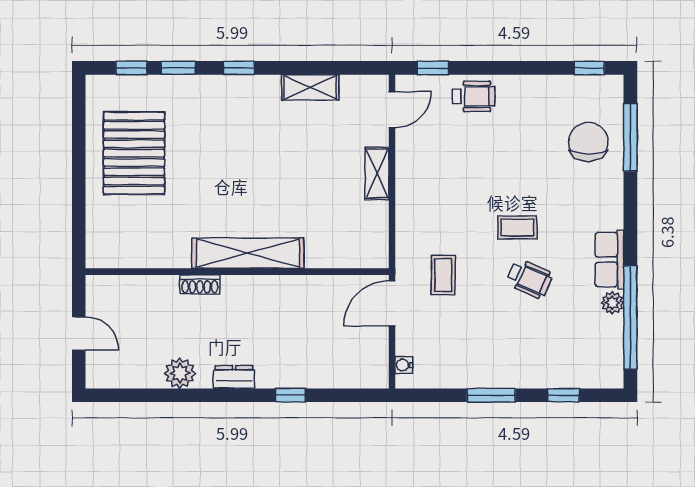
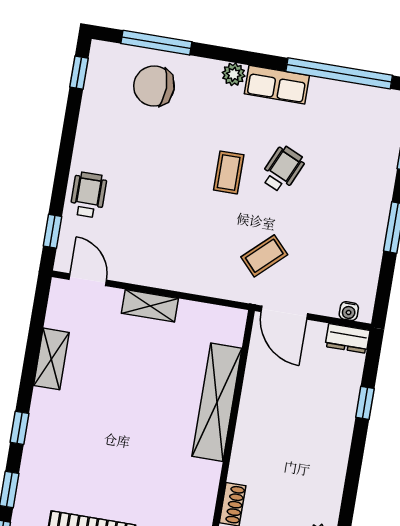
shelving: (248, 253) -> (217, 402), moved
coffee table: (443, 275) -> (264, 256), turned -43
plant: (612, 303) -> (234, 74), moved
dresser: (234, 377) -> (348, 338), moved, turned -90
window: (290, 395) -> (365, 403), moved

